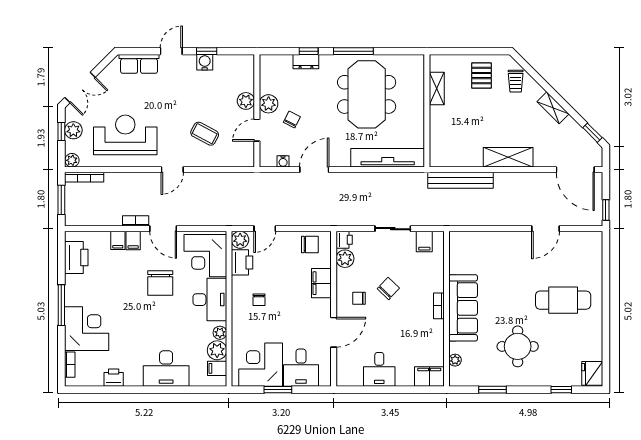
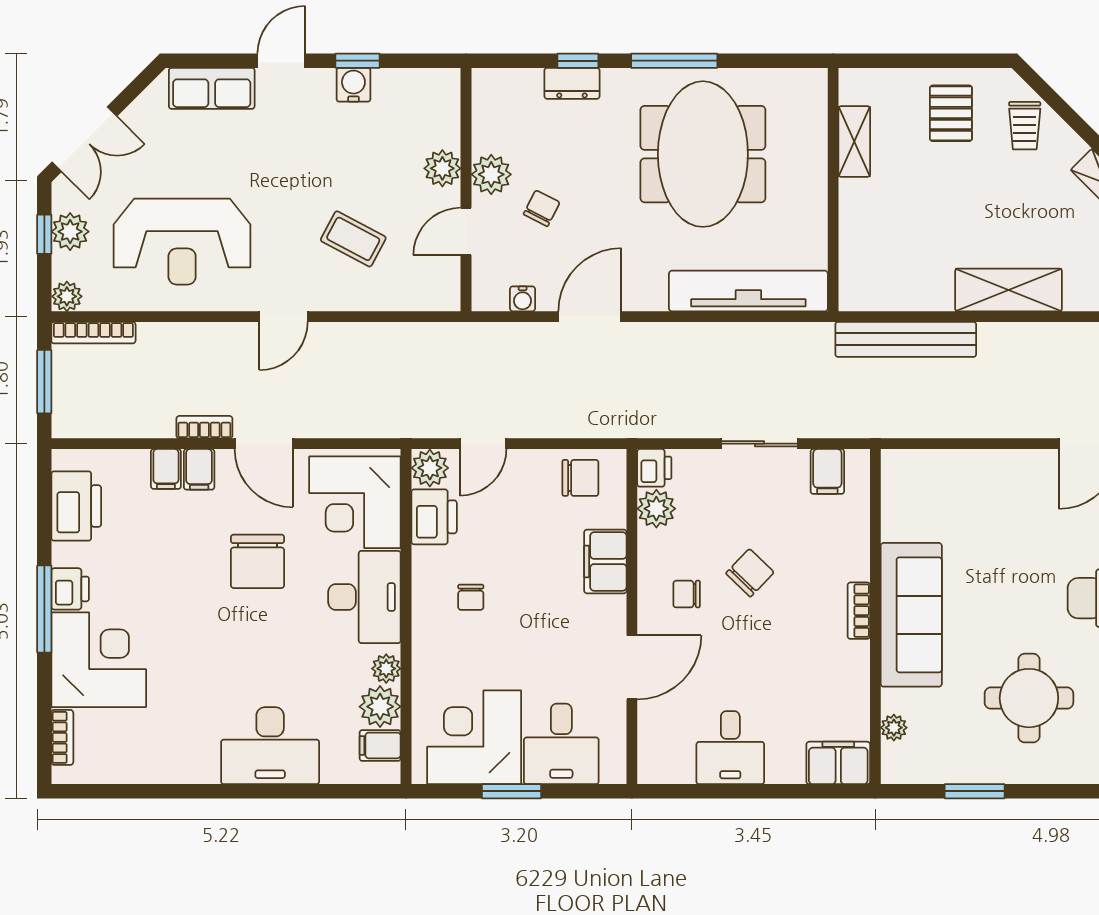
reception desk: (125, 135) -> (182, 242), turned 180
printer: (114, 378) -> (70, 589), moved, turned 90

